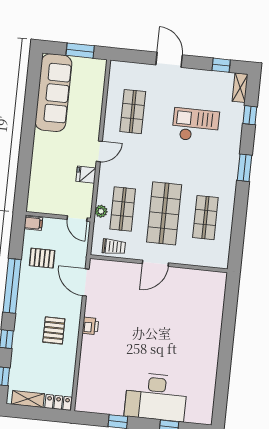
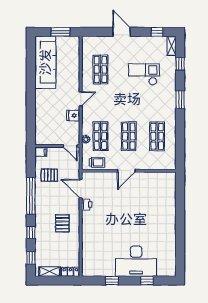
shop shelf: (164, 213) -> (129, 136), width x0.70, depth x0.74
printer: (90, 326) -> (87, 205), moved

